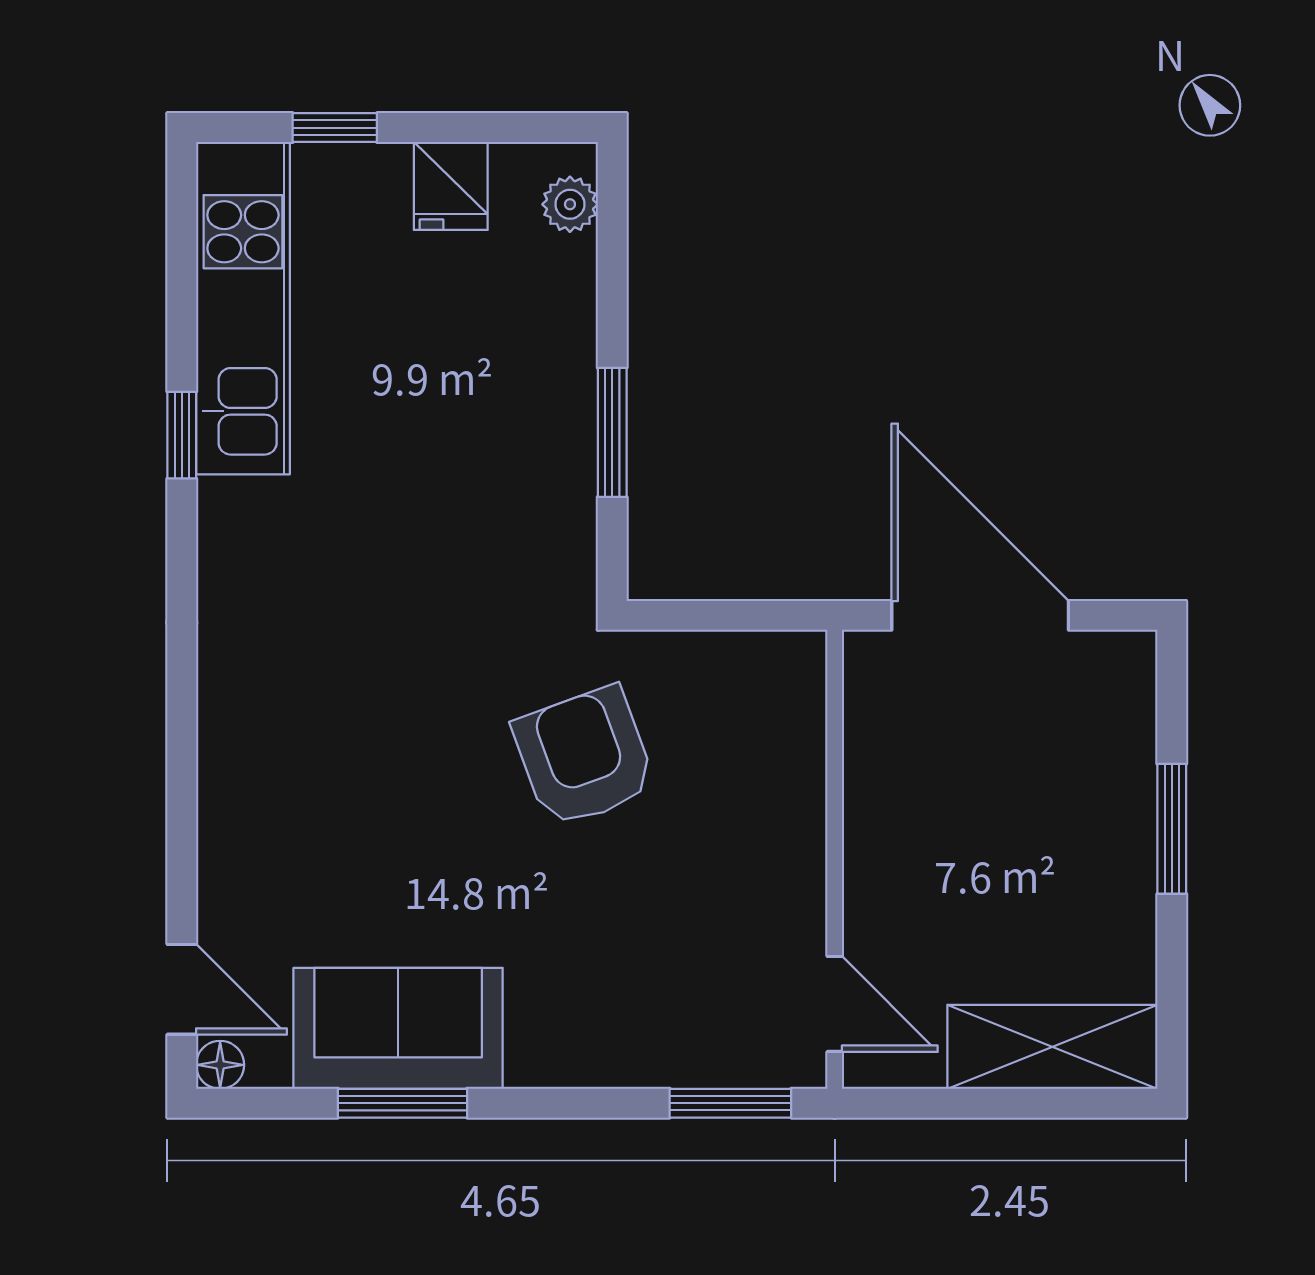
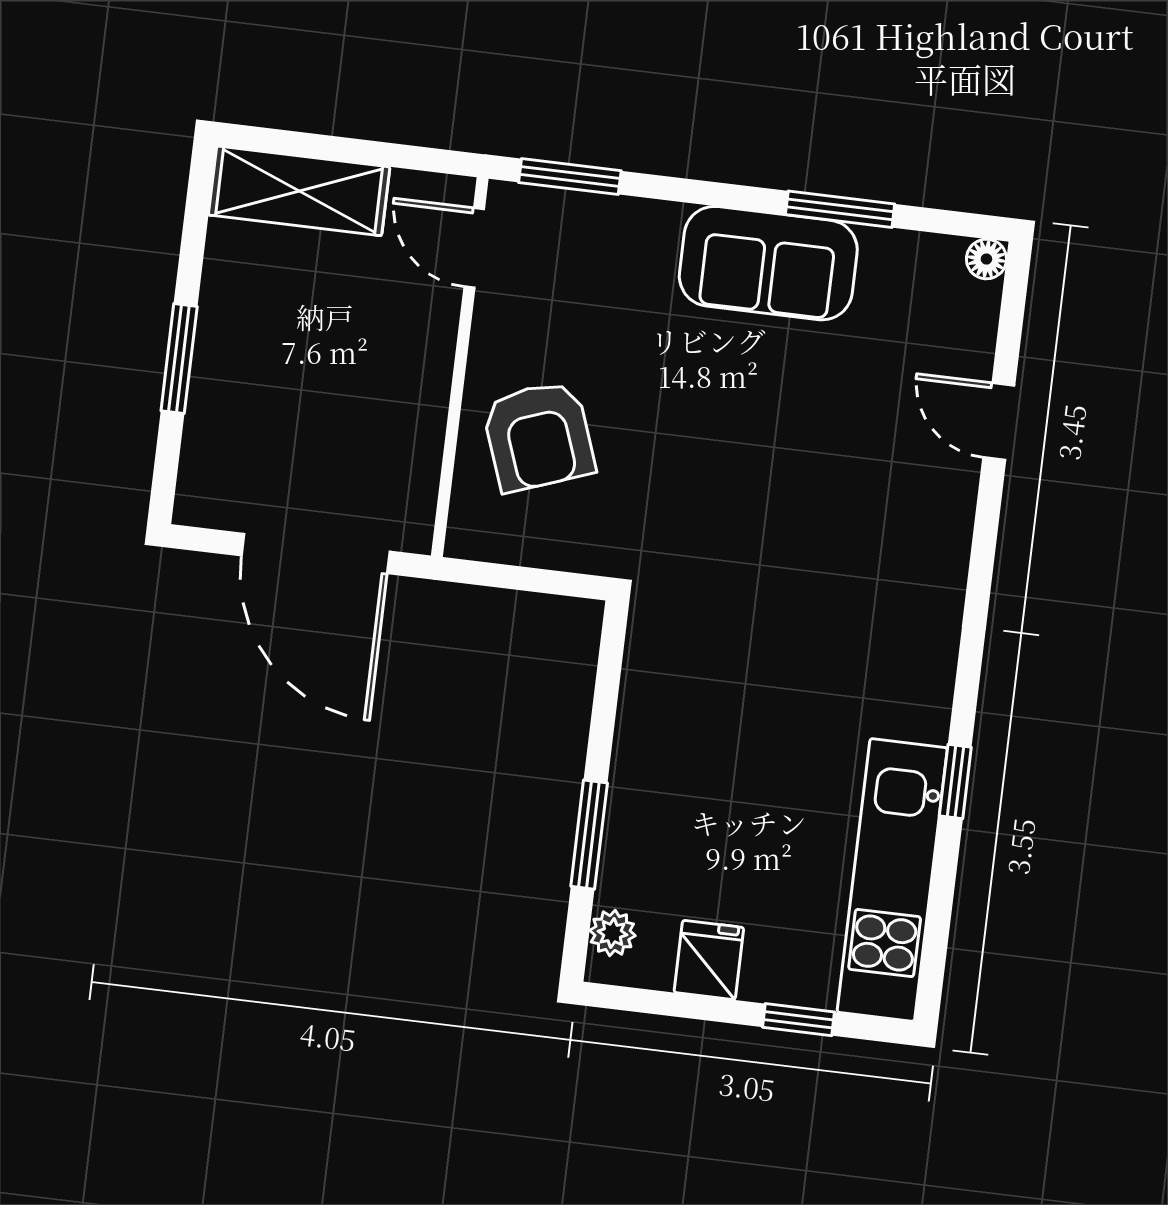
window: (612, 432) -> (589, 835), moved
armchair: (584, 757) -> (539, 436), moved
door: (182, 989) -> (999, 421), moved
sofa: (398, 1028) -> (768, 263), moved

